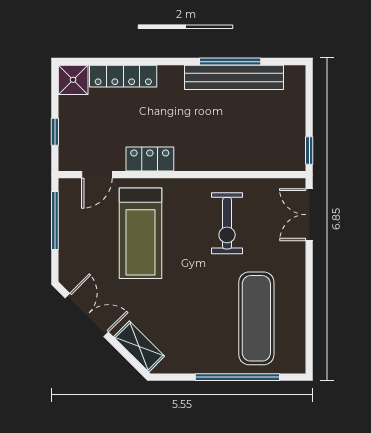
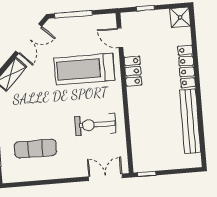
window: (230, 62) -> (200, 118), removed
locker: (123, 76) -> (186, 66), moved
window: (55, 220) -> (73, 14), moved
exercise mat: (256, 318) -> (35, 149), width x0.73, depth x0.69

